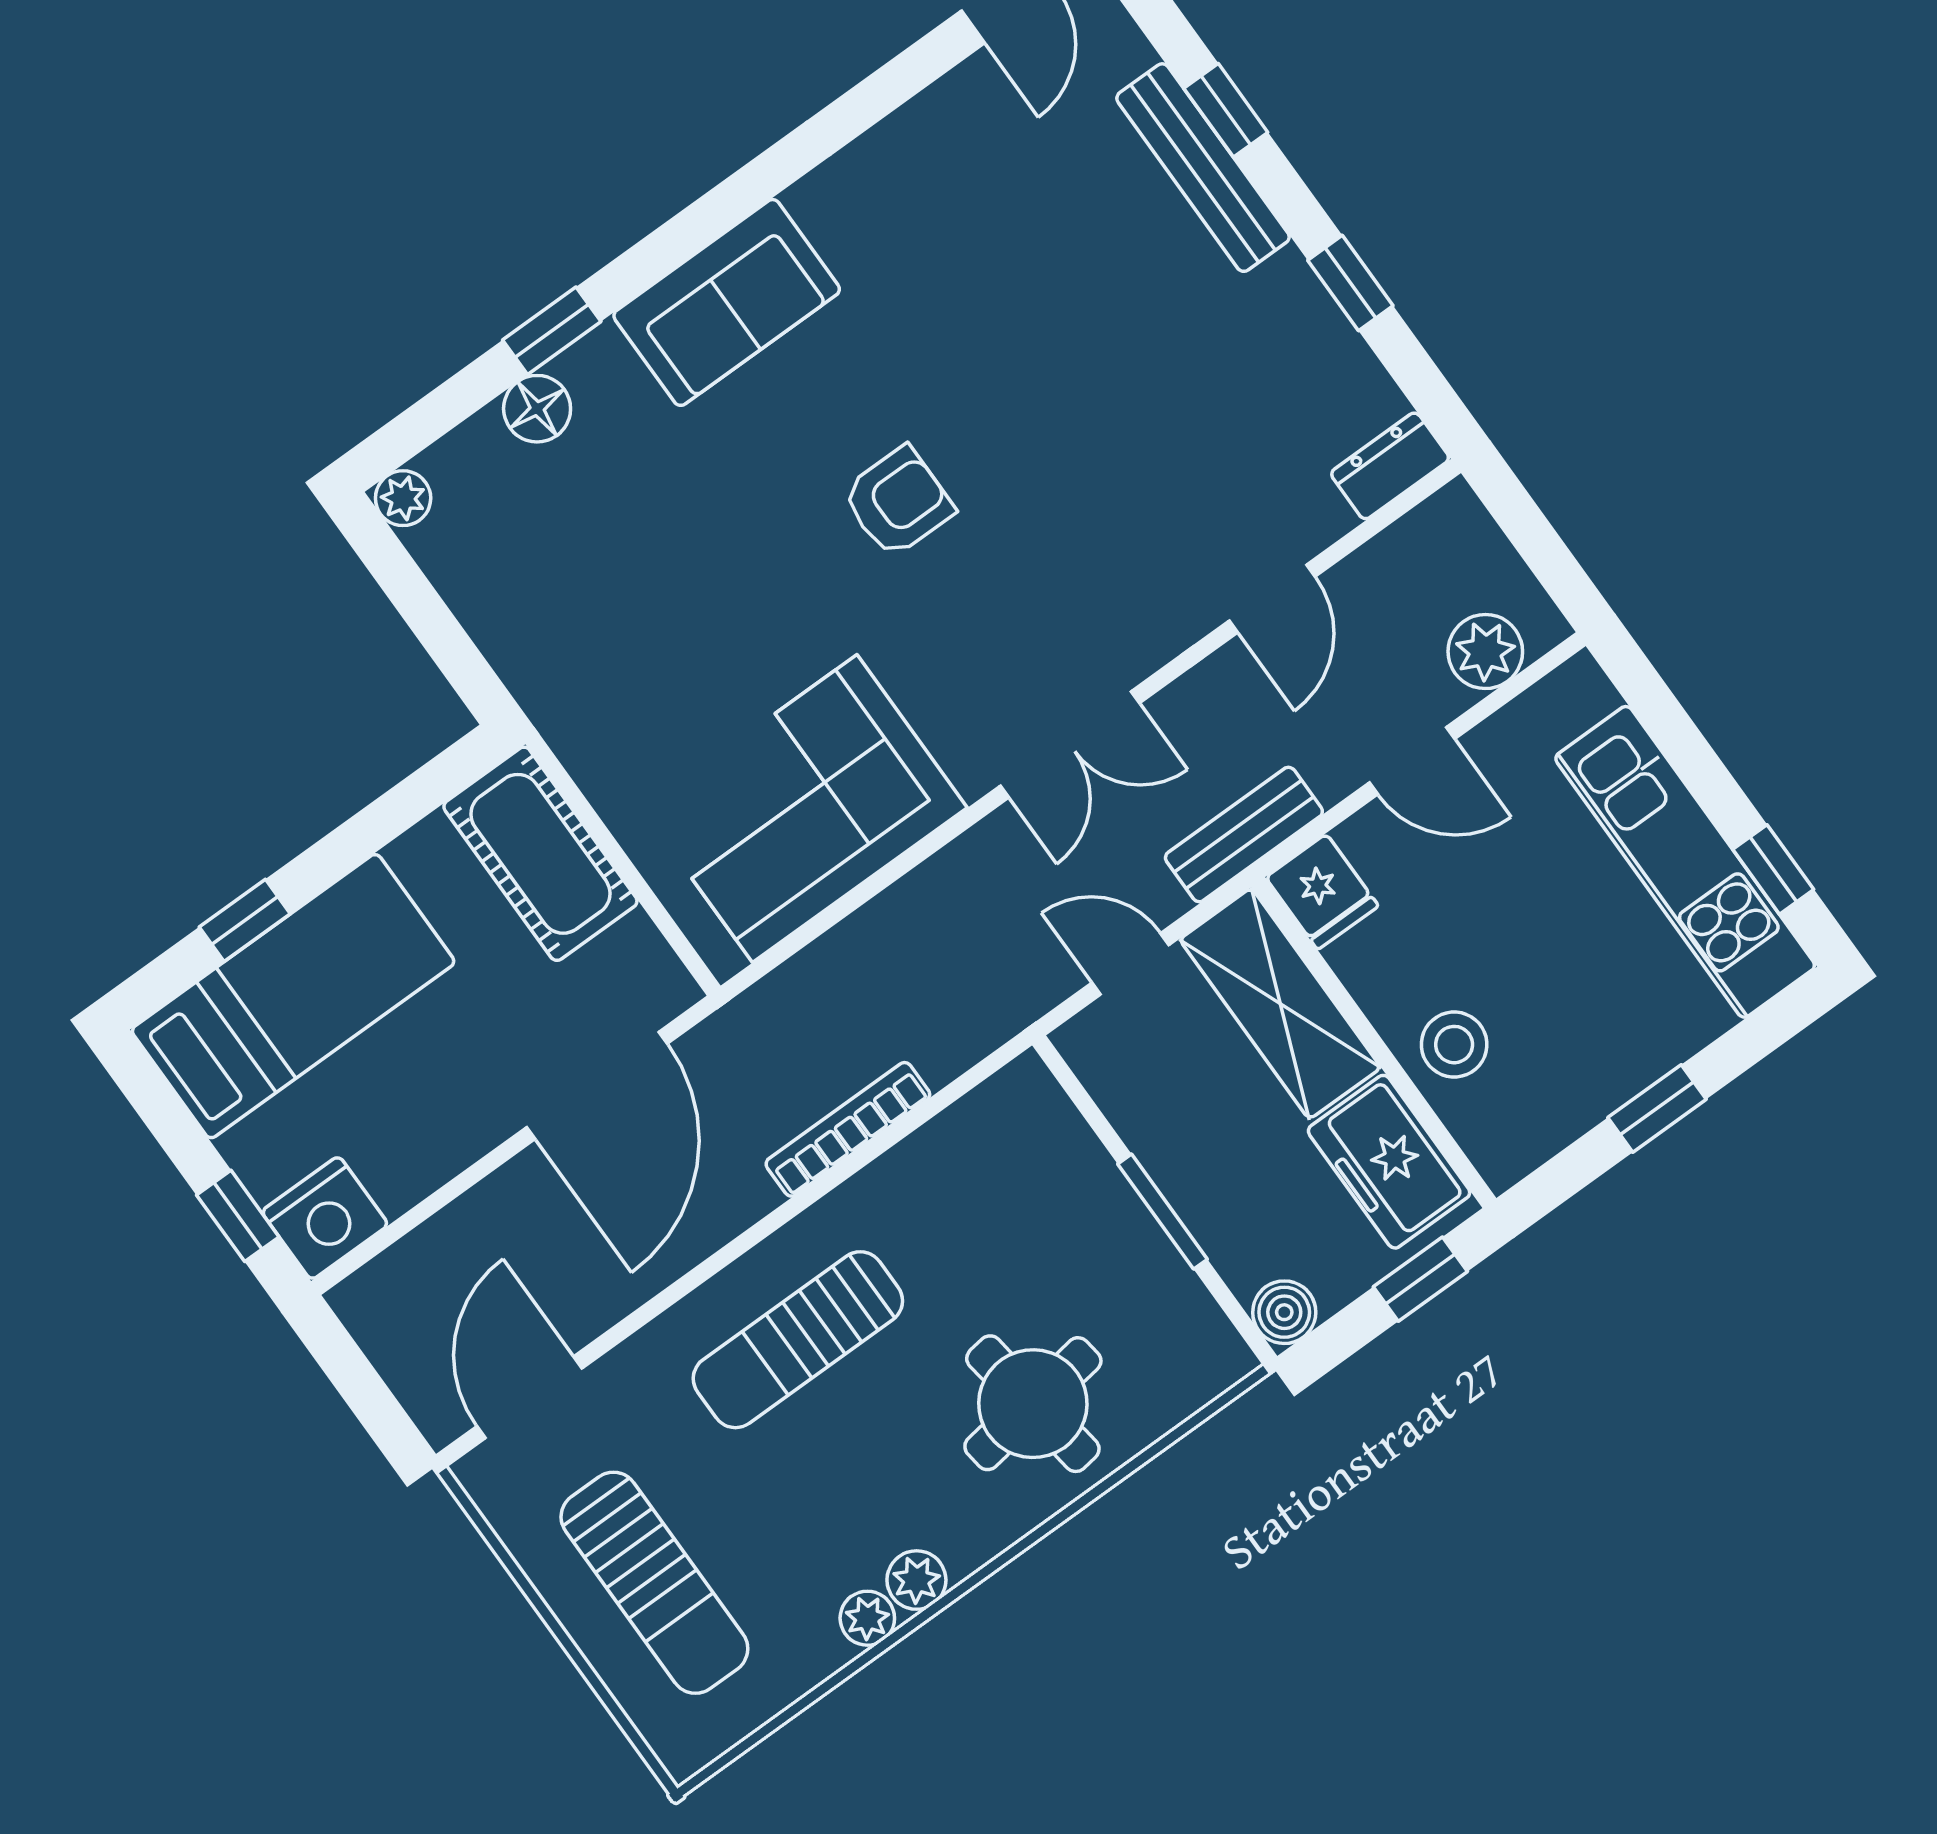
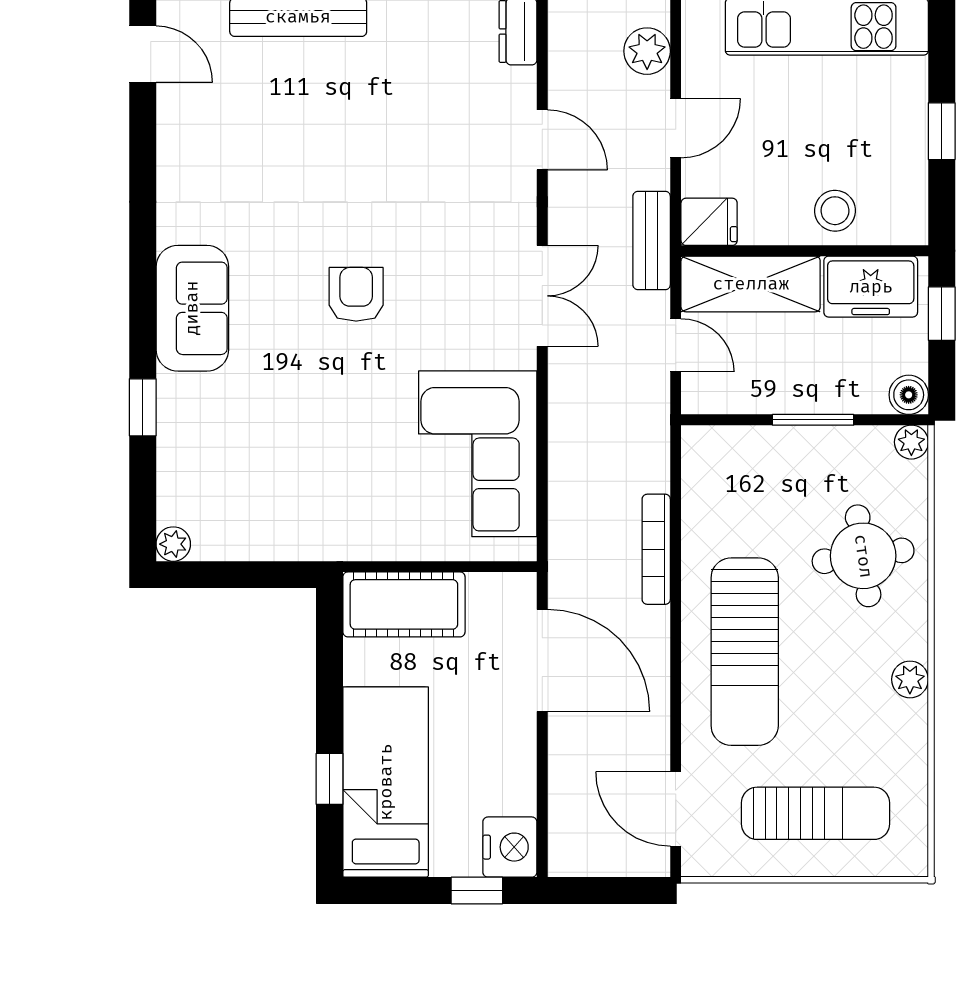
floor lamp: (537, 409) -> (177, 443), removed
door: (1130, 964) -> (676, 345), swing flipped
sun lounger: (798, 1340) -> (745, 652), width x1.36, depth x1.34
plant: (867, 1618) -> (911, 442), moved

